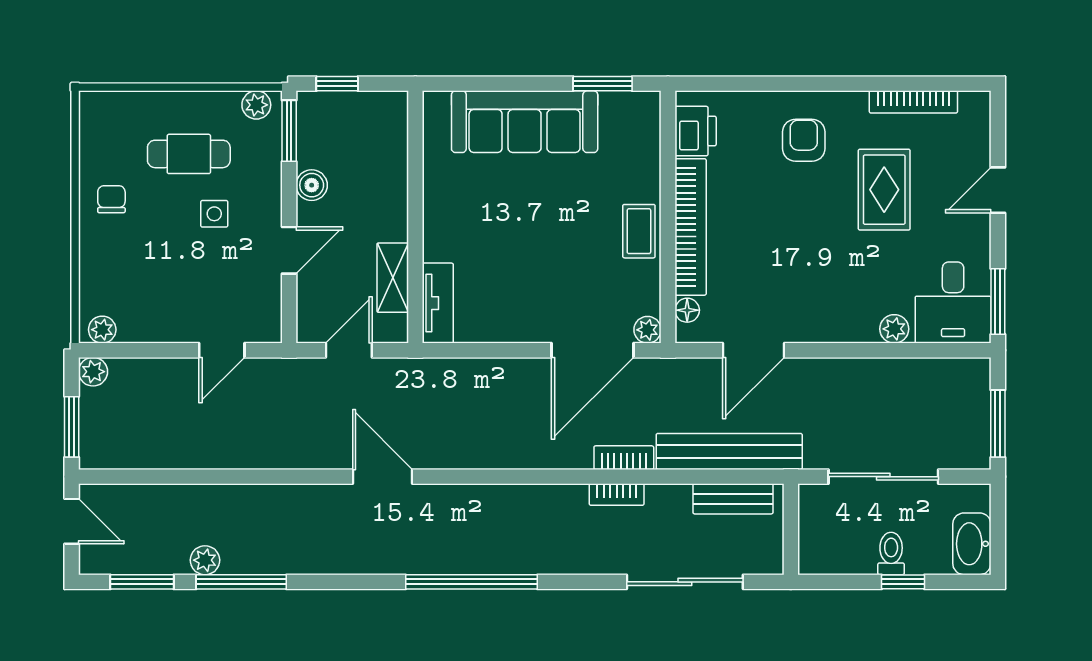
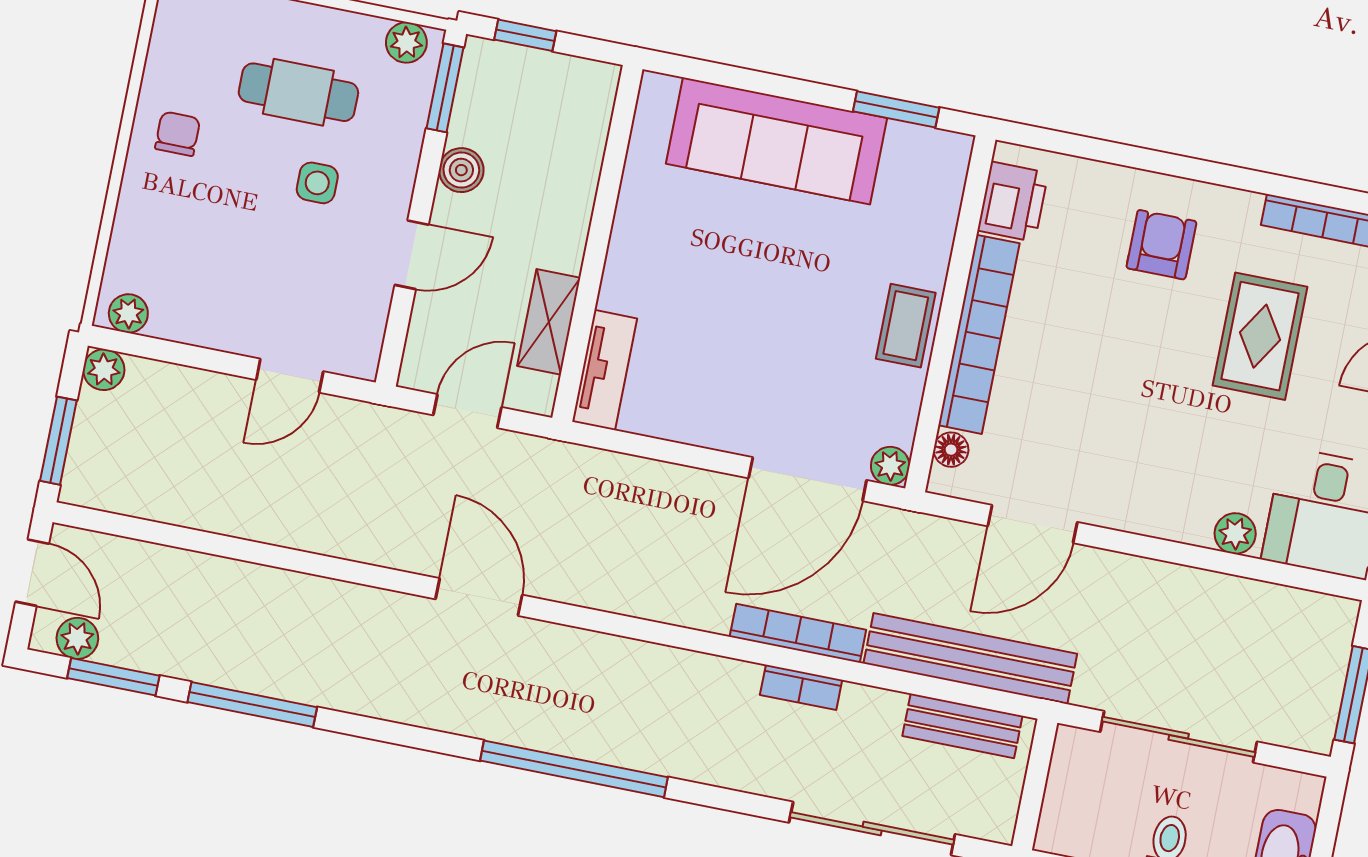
bookcase: (624, 458) -> (798, 633), width x1.56
plant: (205, 560) -> (77, 638), moved

